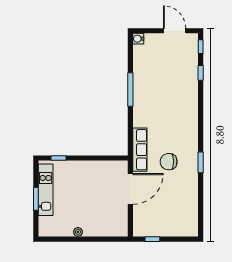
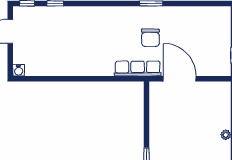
window: (130, 90) -> (73, 79), removed

